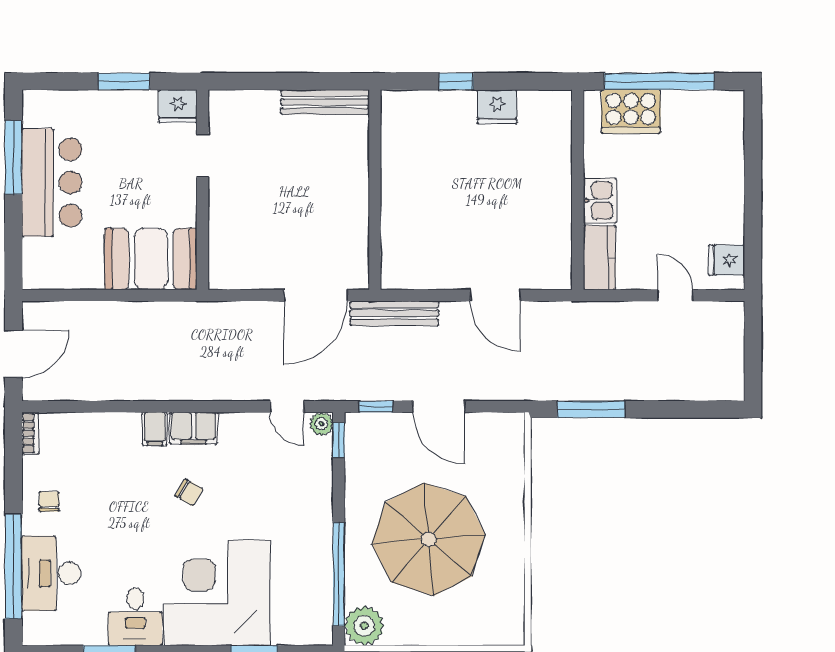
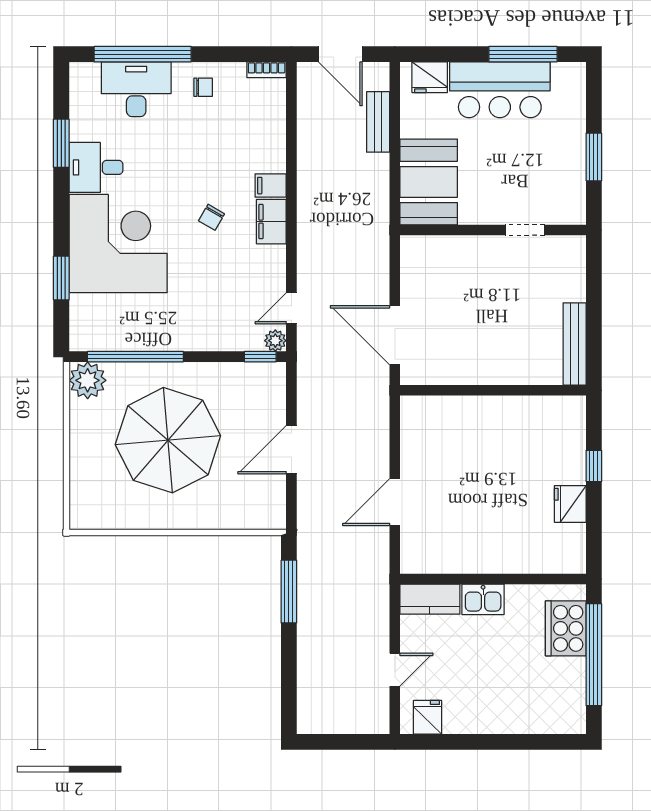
fridge: (178, 106) -> (430, 77), moved, turned -90
bench: (394, 313) -> (378, 122), moved, width x0.73
window: (376, 407) -> (291, 391), removed

